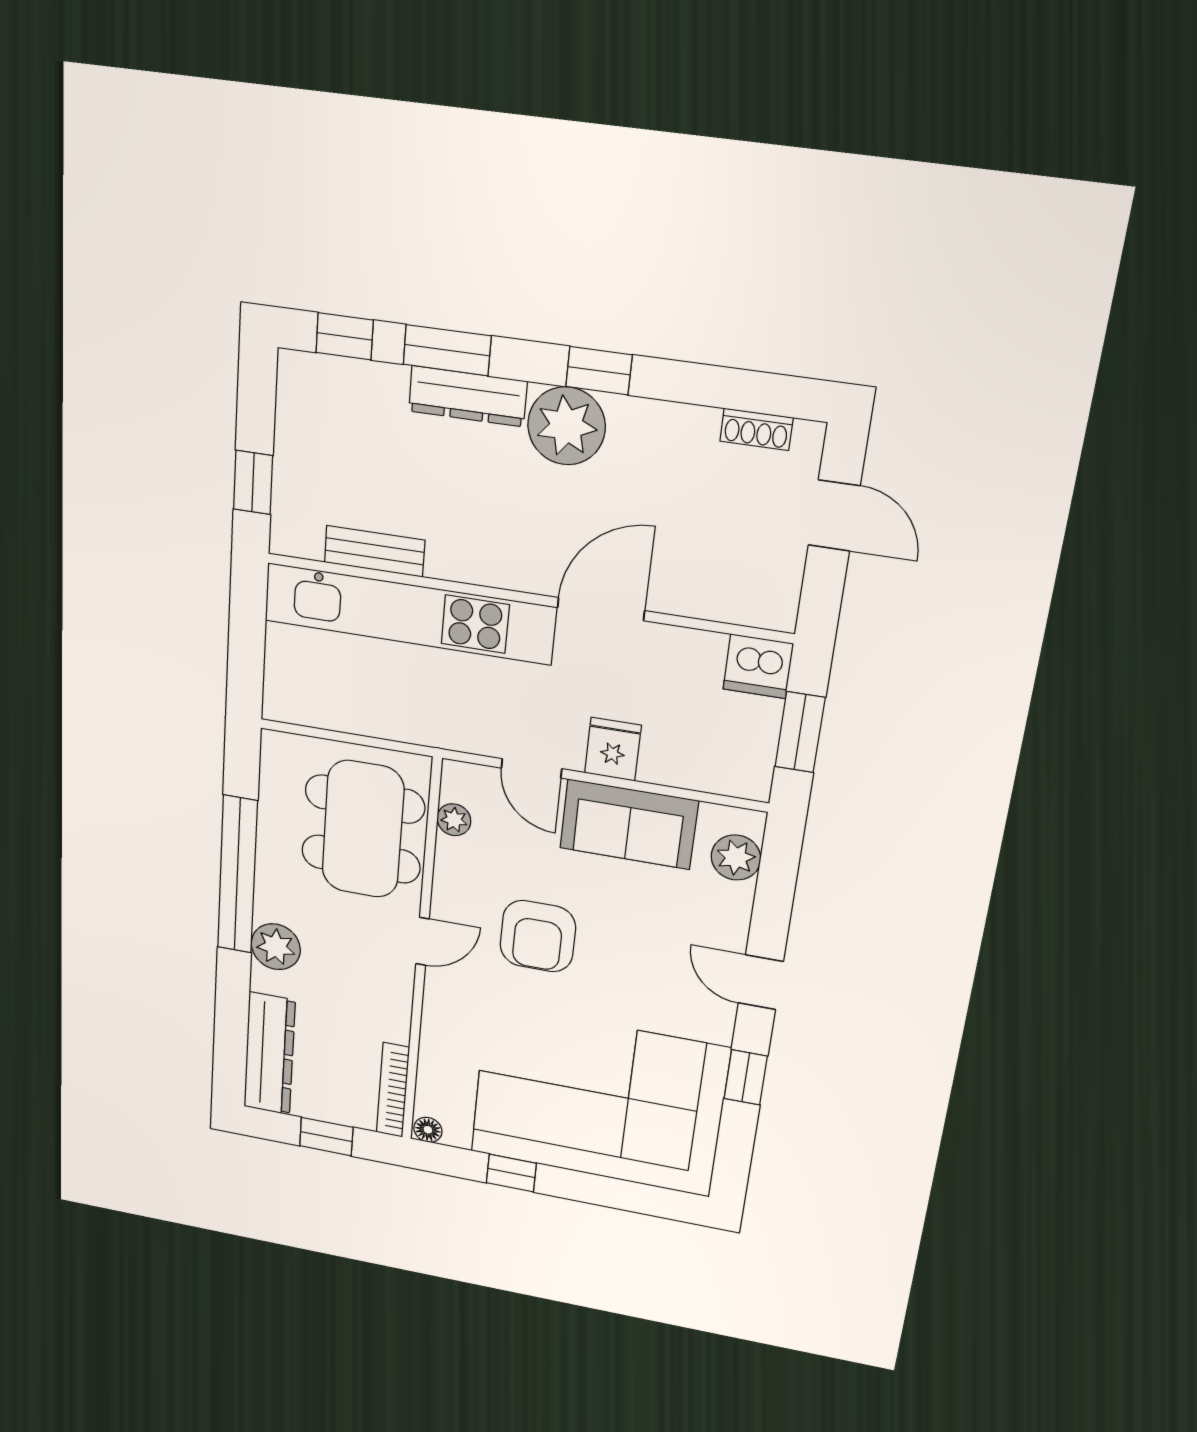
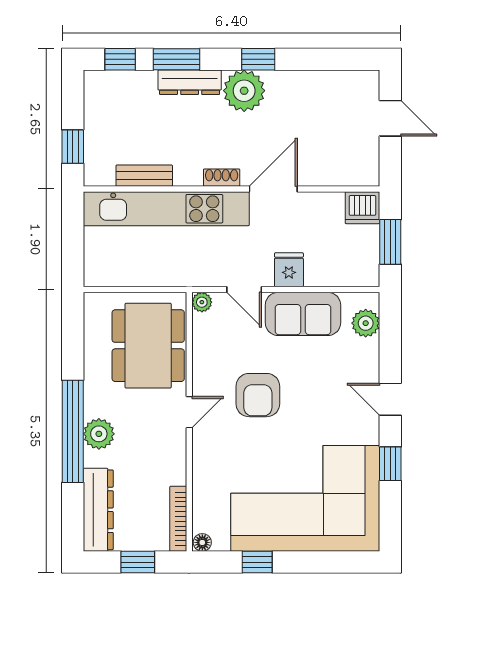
shoe rack: (756, 429) -> (222, 178), moved, turned 180
plant: (454, 820) -> (202, 302), moved
window: (237, 875) -> (73, 431), moved

